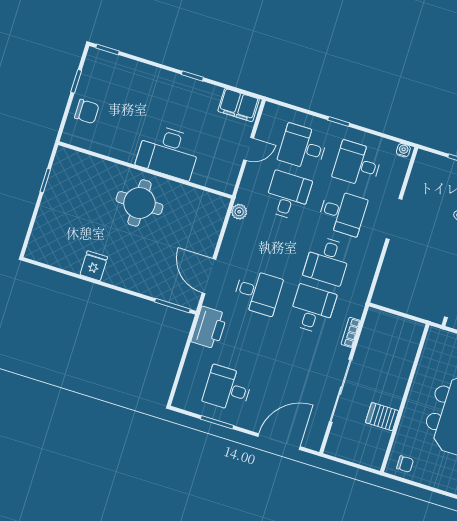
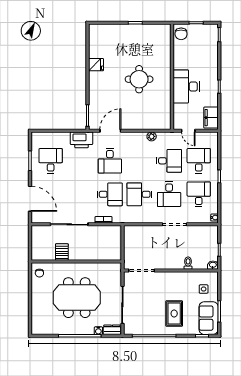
desk: (168, 152) -> (186, 87), moved
wall: (145, 170) -> (172, 77), moved

